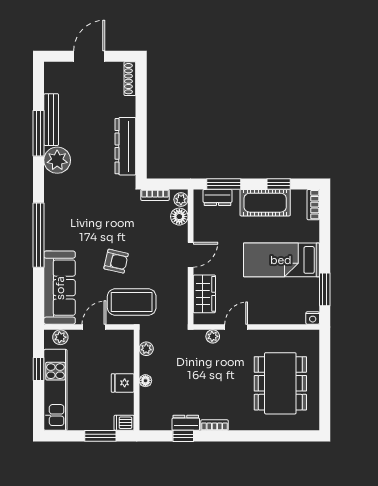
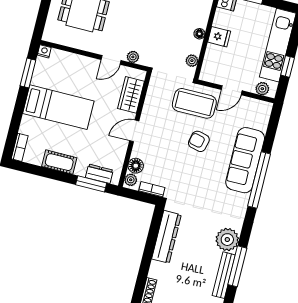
window: (279, 184) -> (44, 172), removed
cot: (265, 203) -> (59, 162), width x0.73, depth x0.75
sofa: (60, 288) -> (245, 160), moved

